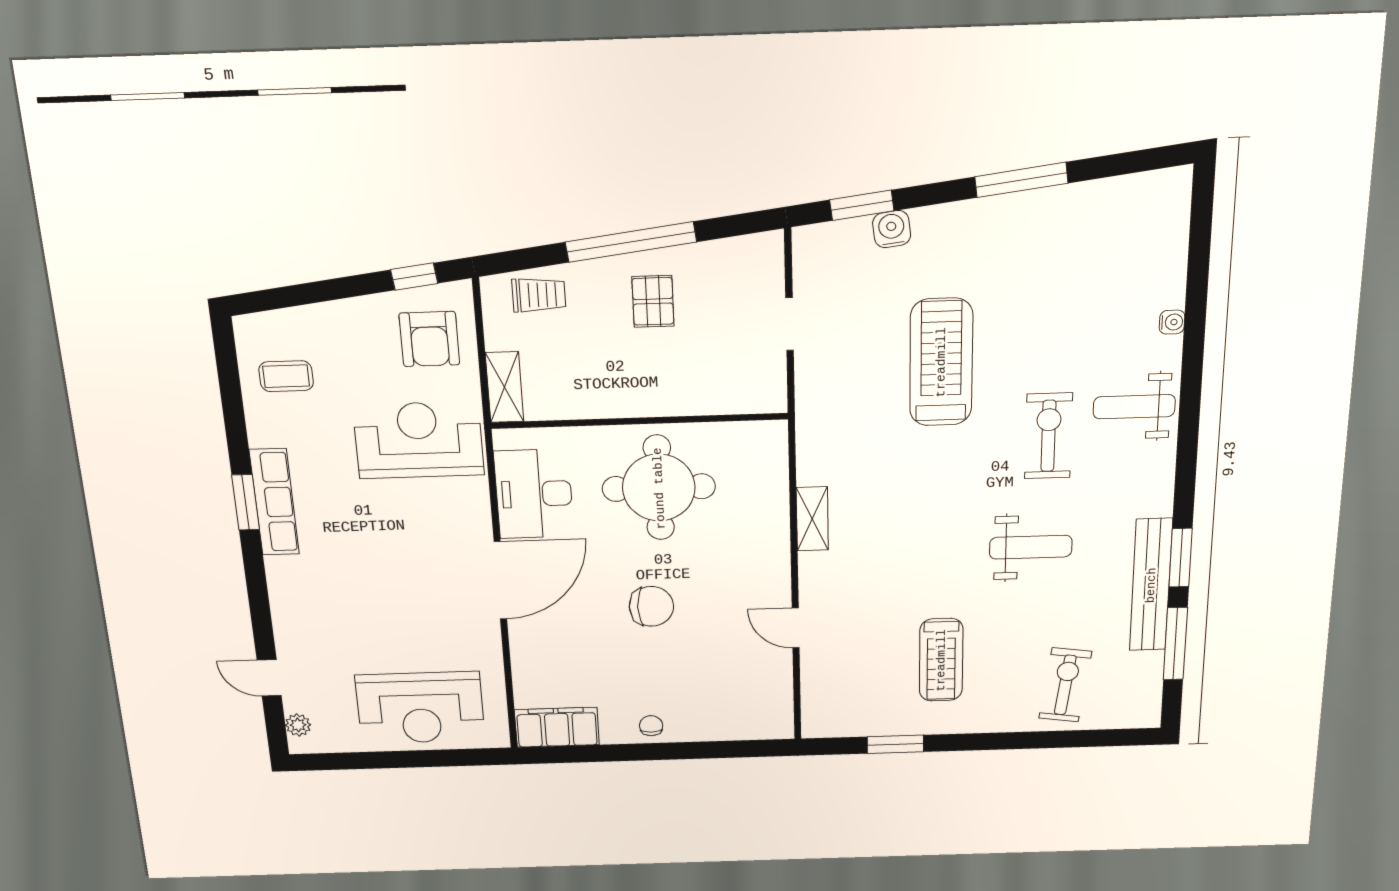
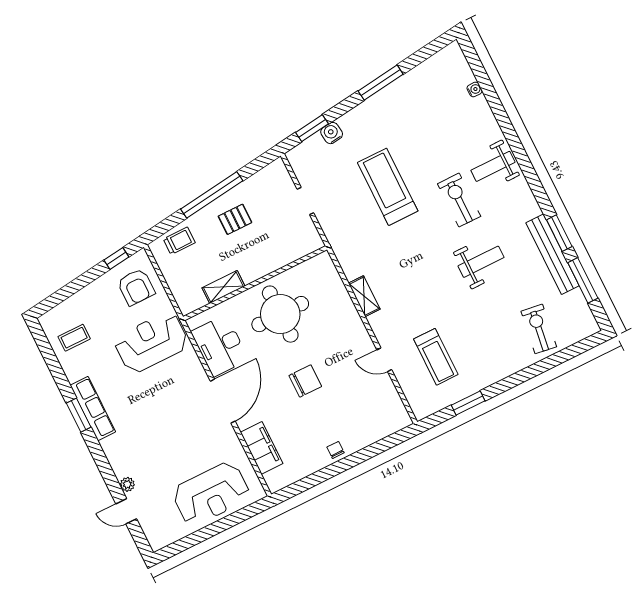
pallet: (653, 301) -> (235, 219), turned 90
water cooler: (1172, 322) -> (475, 89), moved
shelving: (505, 387) -> (223, 287), moved, turned 90
treadmill: (941, 660) -> (436, 357), moved
plant: (298, 725) -> (127, 484), moved
filing cabinet: (557, 727) -> (262, 448), moved, turned 90

